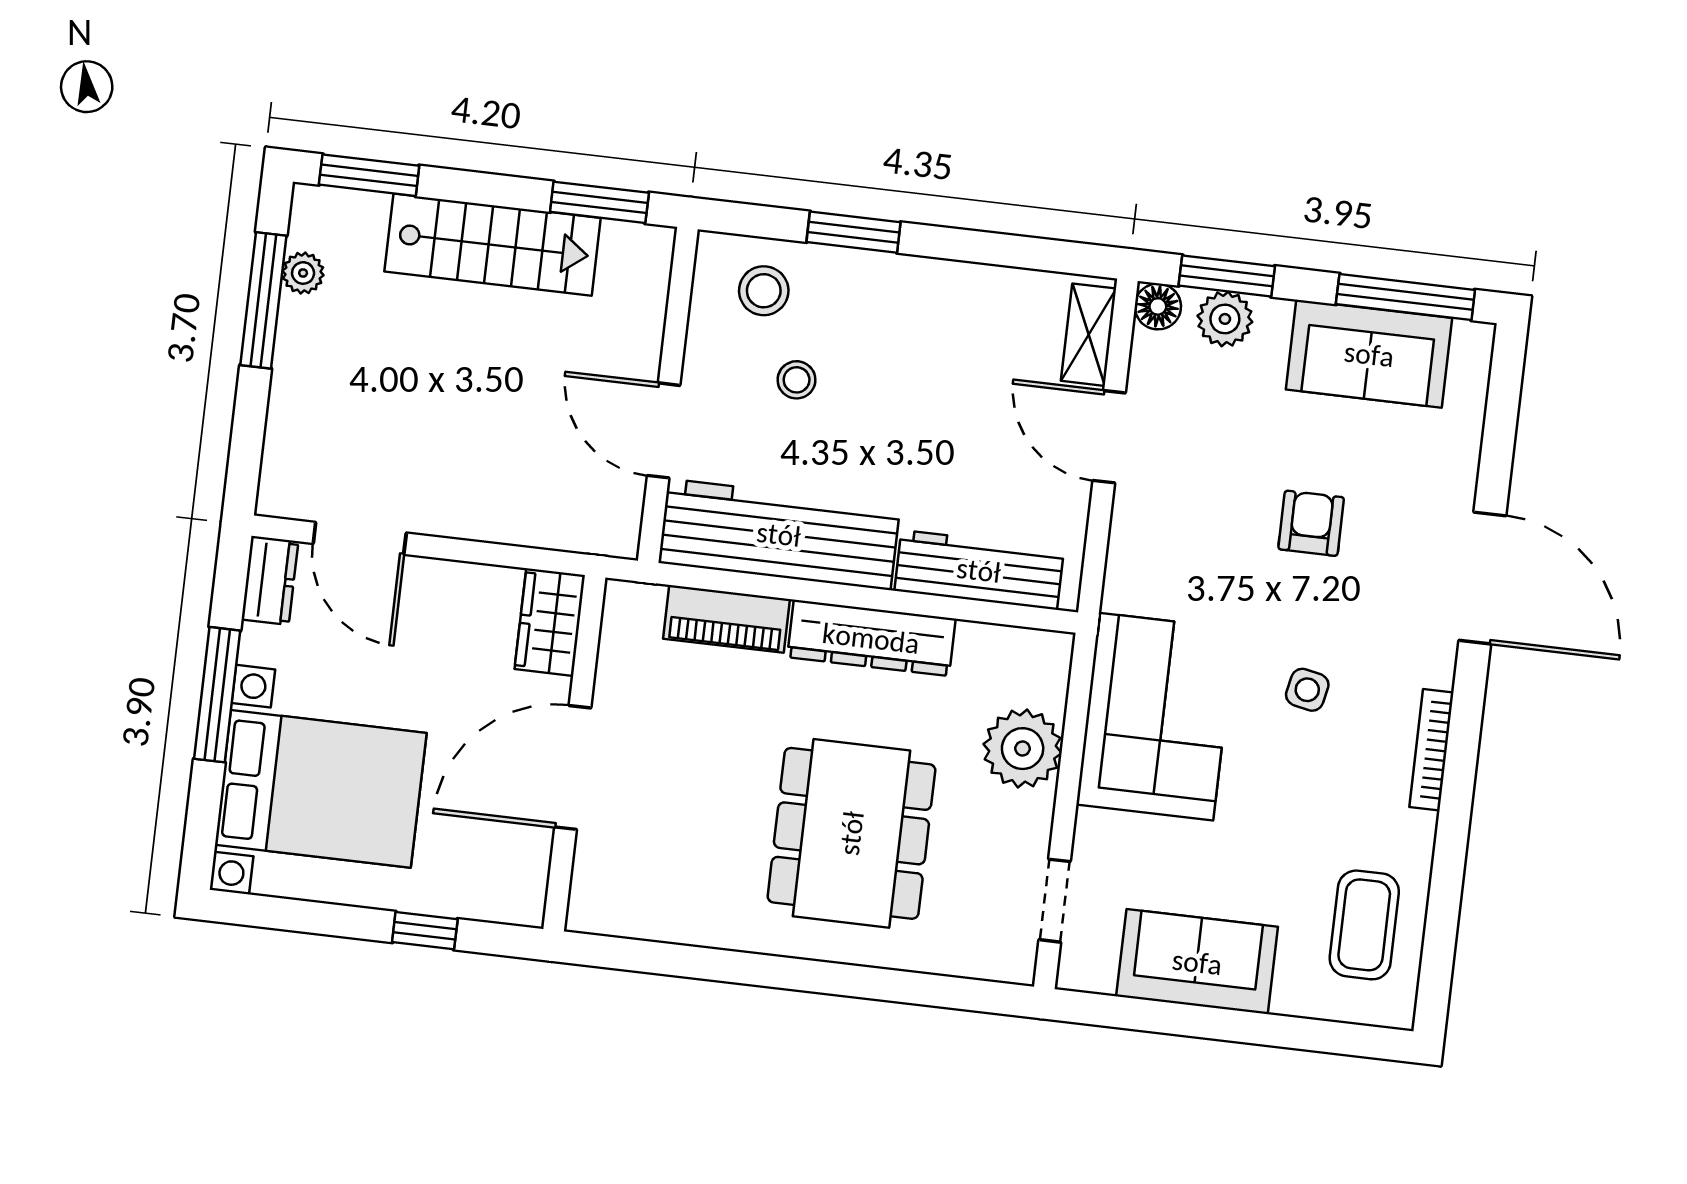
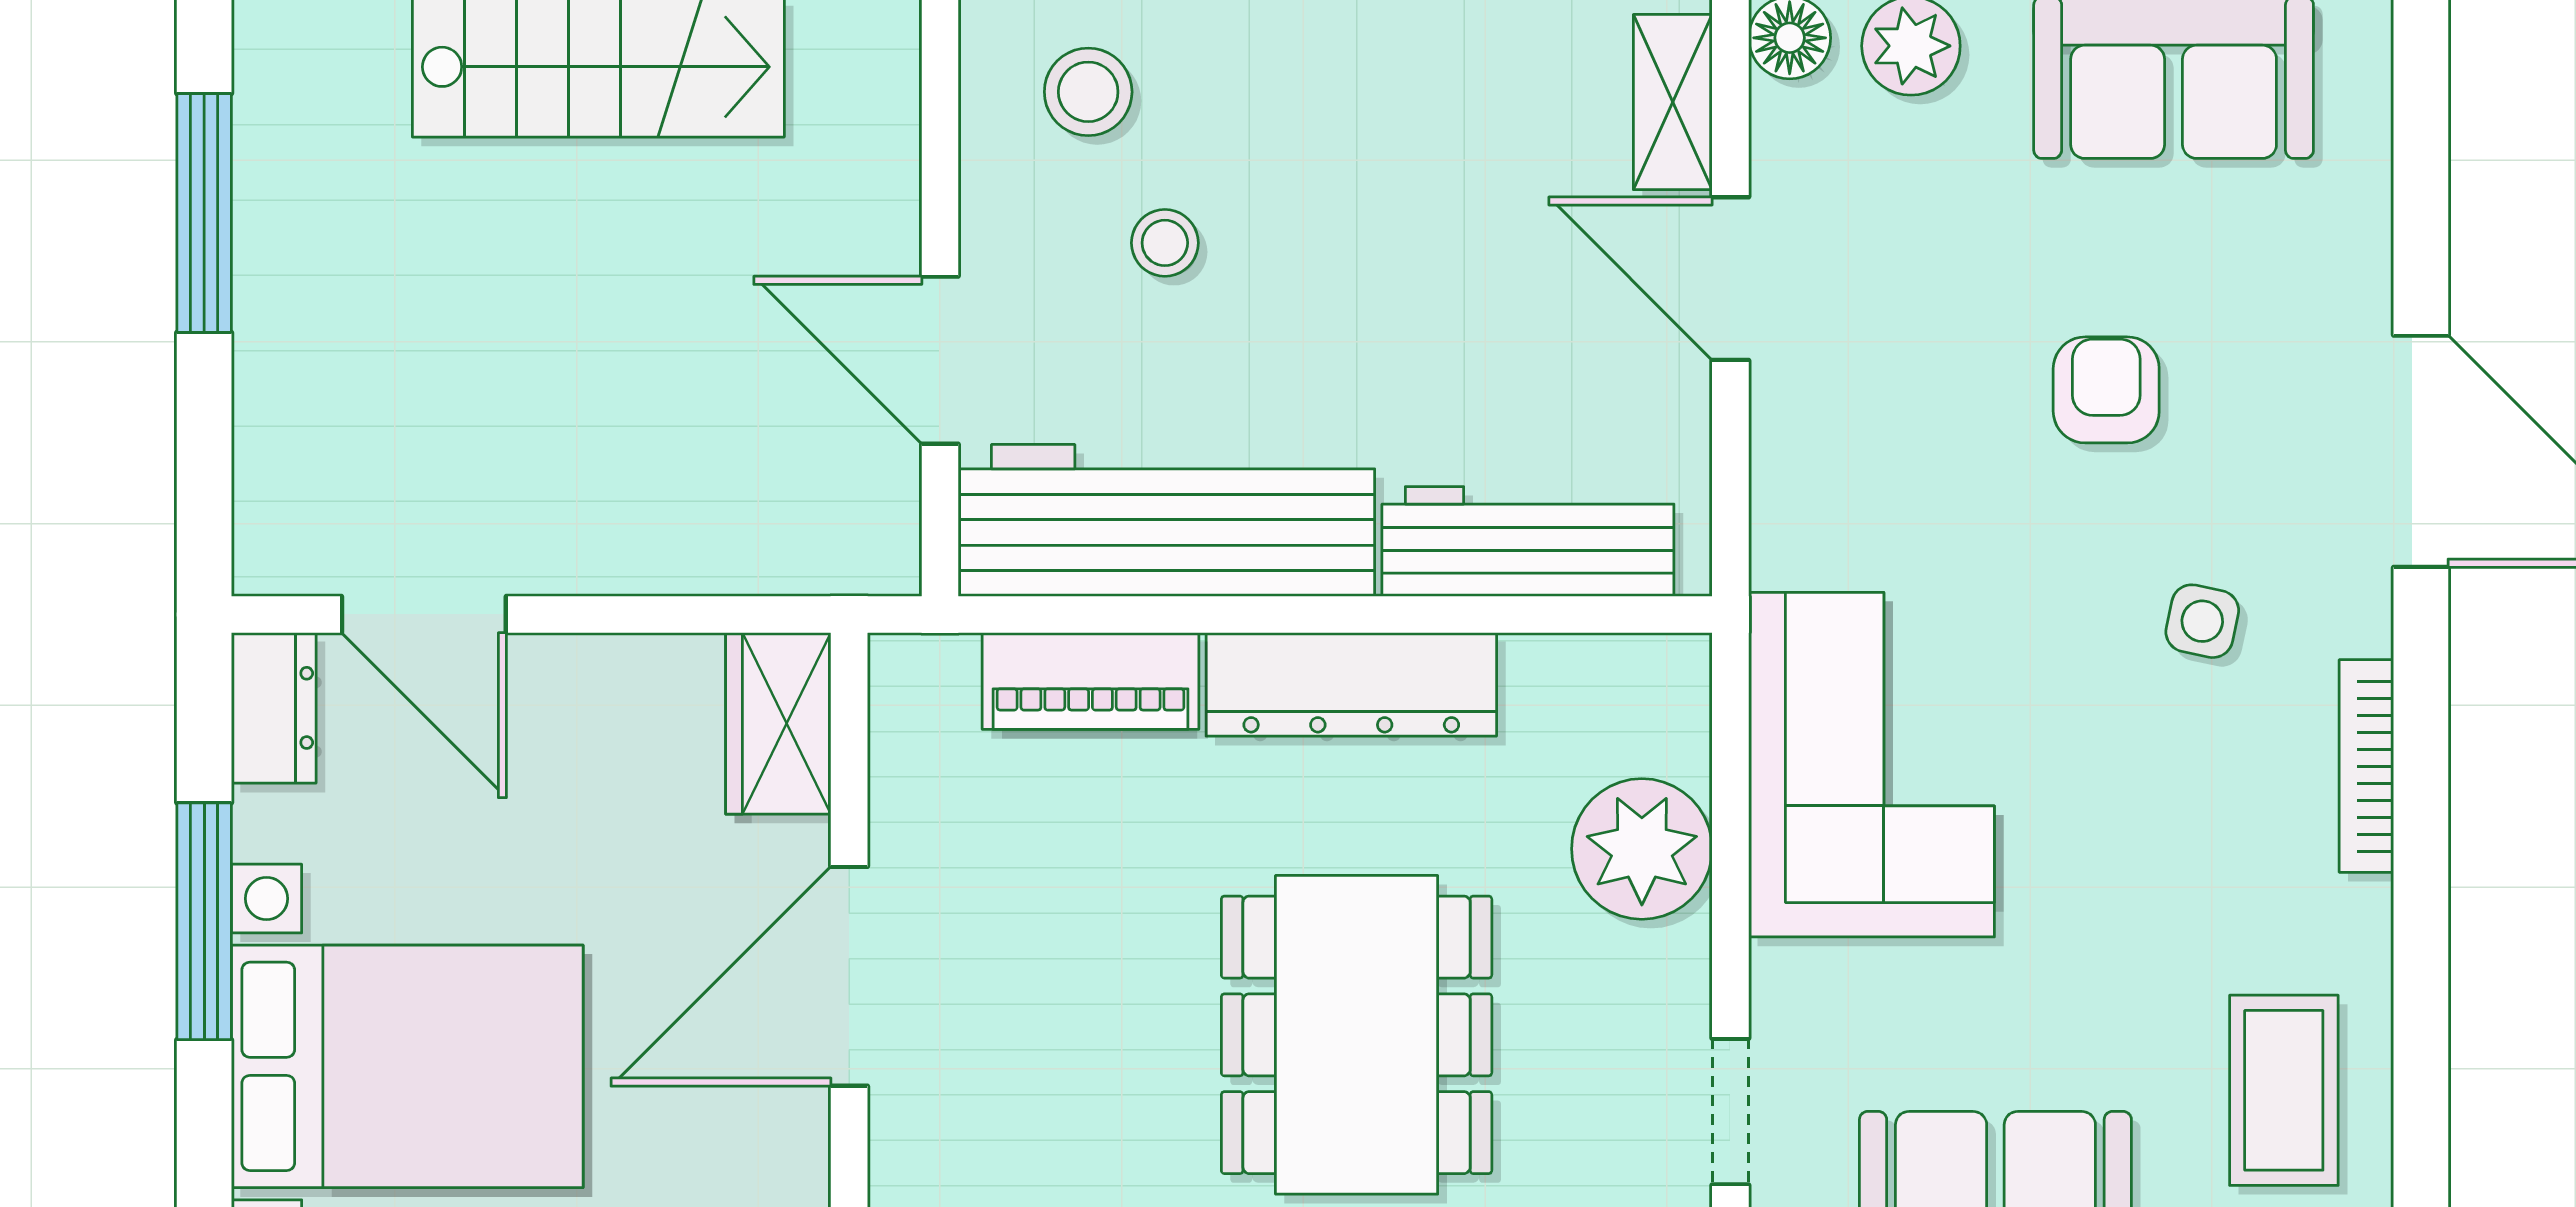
plant: (303, 273) -> (268, 156), removed
side table: (1307, 690) -> (2202, 621), moved

